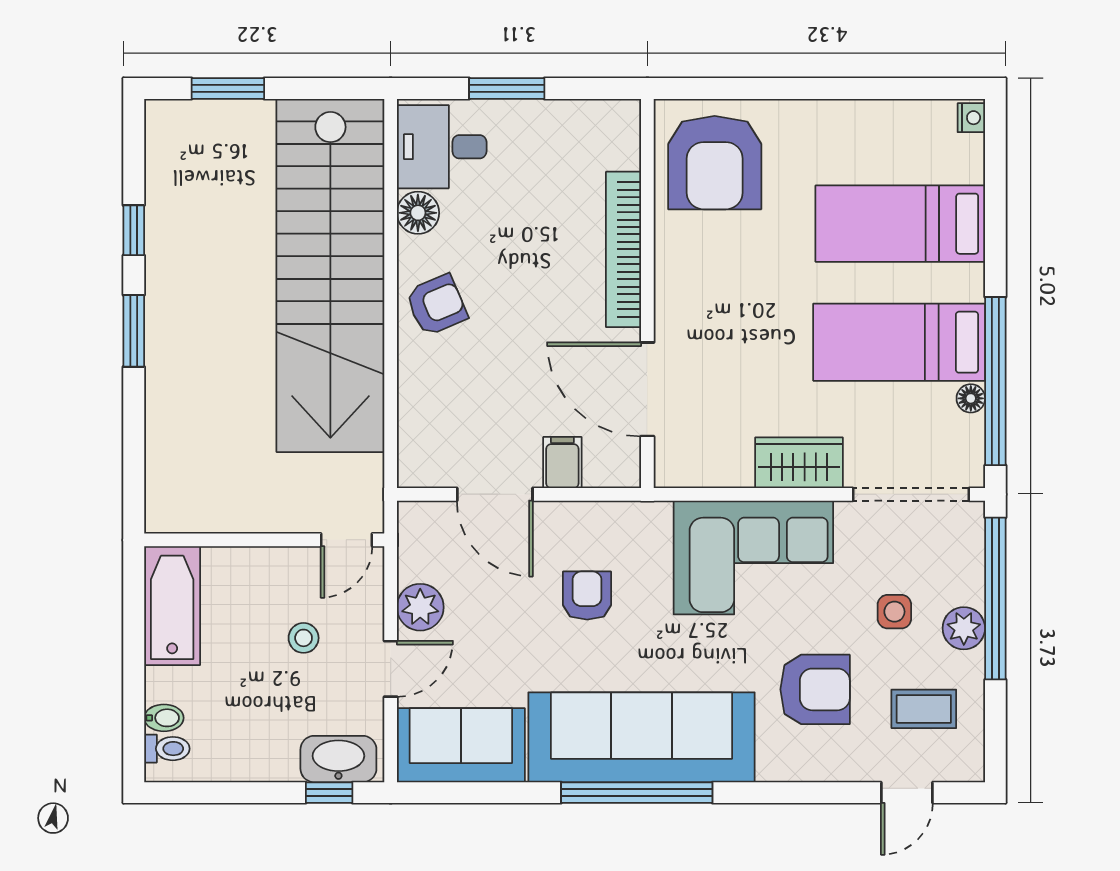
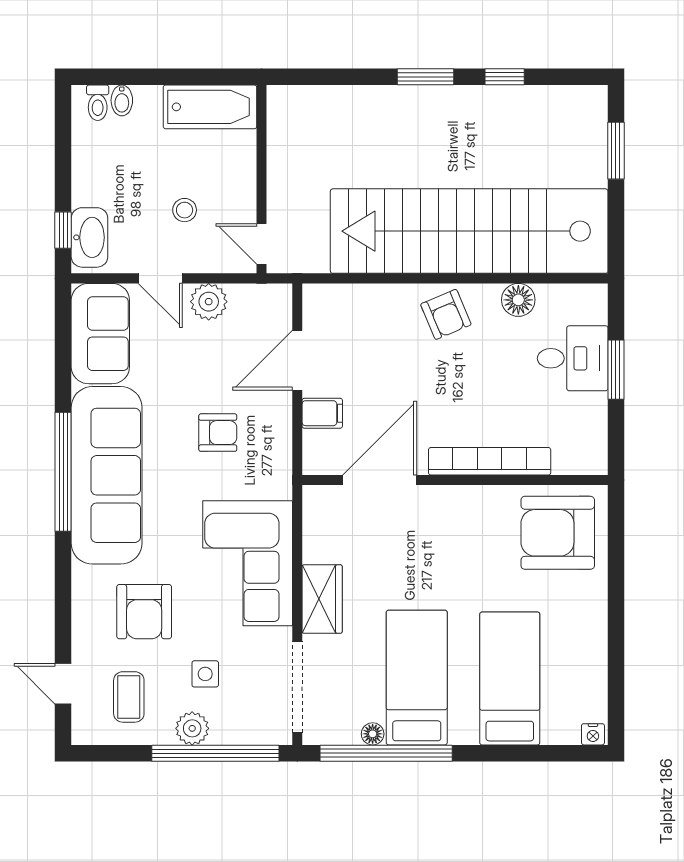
desk: (442, 147) -> (573, 358), moved, turned 90

